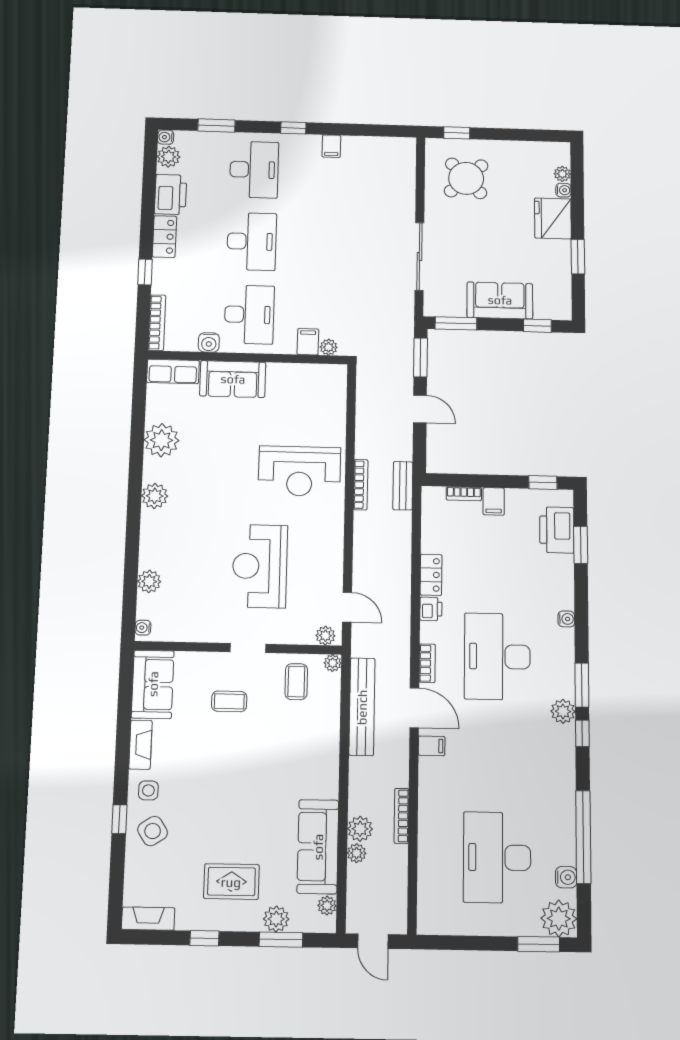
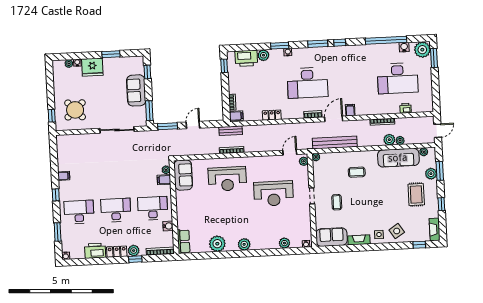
plant: (168, 157) -> (134, 251), moved
sofa: (233, 379) -> (183, 175), moved
reception desk: (299, 471) -> (227, 179), turned 90
filing cabinet: (494, 501) -> (236, 116), moved
window: (581, 545) -> (280, 46), moved
printer: (431, 609) -> (406, 108), moved
coffee table: (296, 682) -> (357, 172), moved
plant: (563, 711) -> (263, 55), moved
window: (119, 819) -> (419, 245), moved

